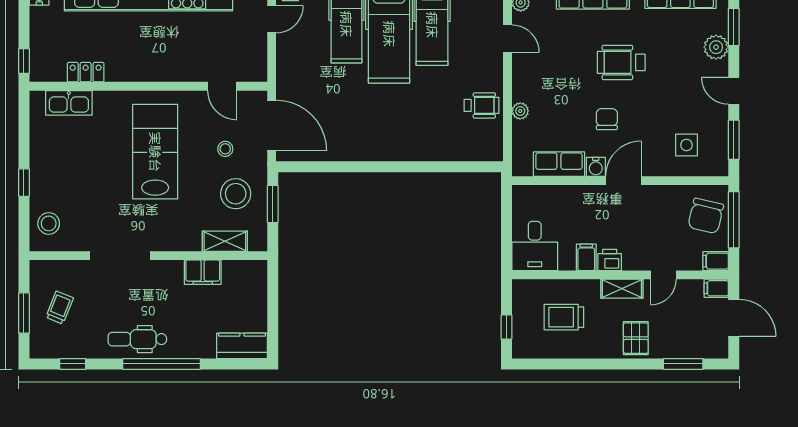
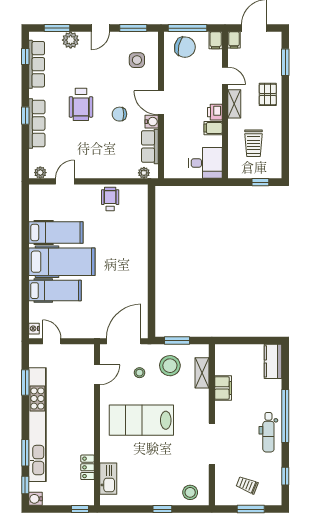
plant: (520, 111) -> (144, 173), moved
pallet: (636, 338) -> (268, 94), turned 90

